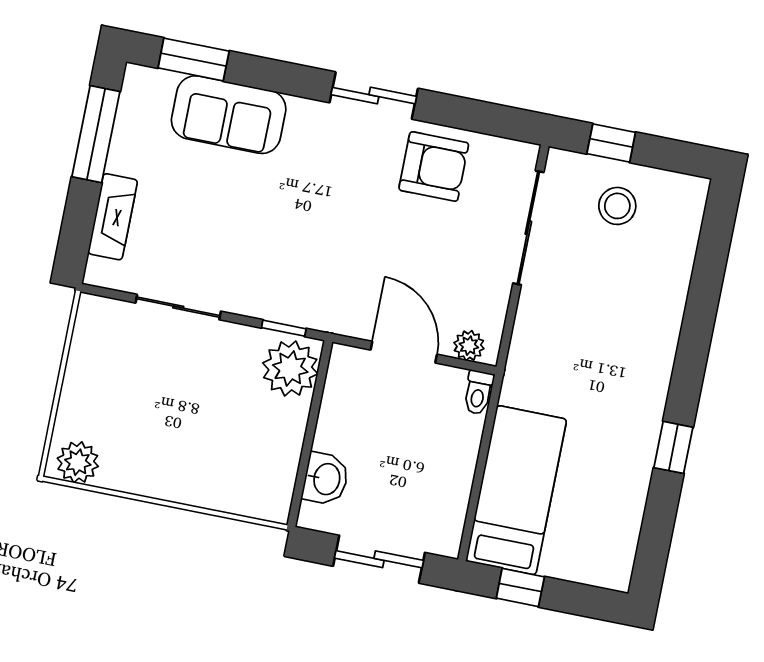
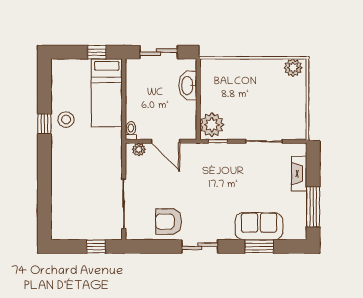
window: (194, 60) -> (259, 246), moved
stool: (617, 206) -> (66, 120), moved
washbasin: (326, 479) -> (188, 85), width x1.38

